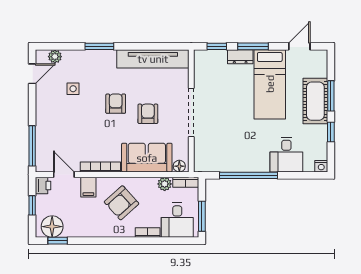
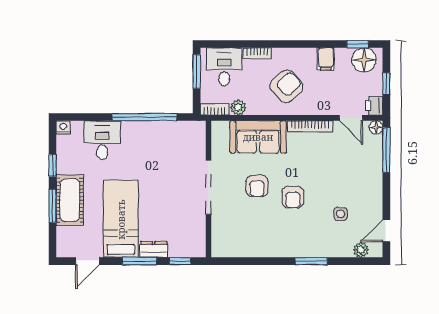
tv unit: (153, 59) -> (251, 247), removed
floor lamp: (179, 166) -> (376, 127), moved
filing cabinet: (88, 187) -> (326, 59), moved, turned 180

